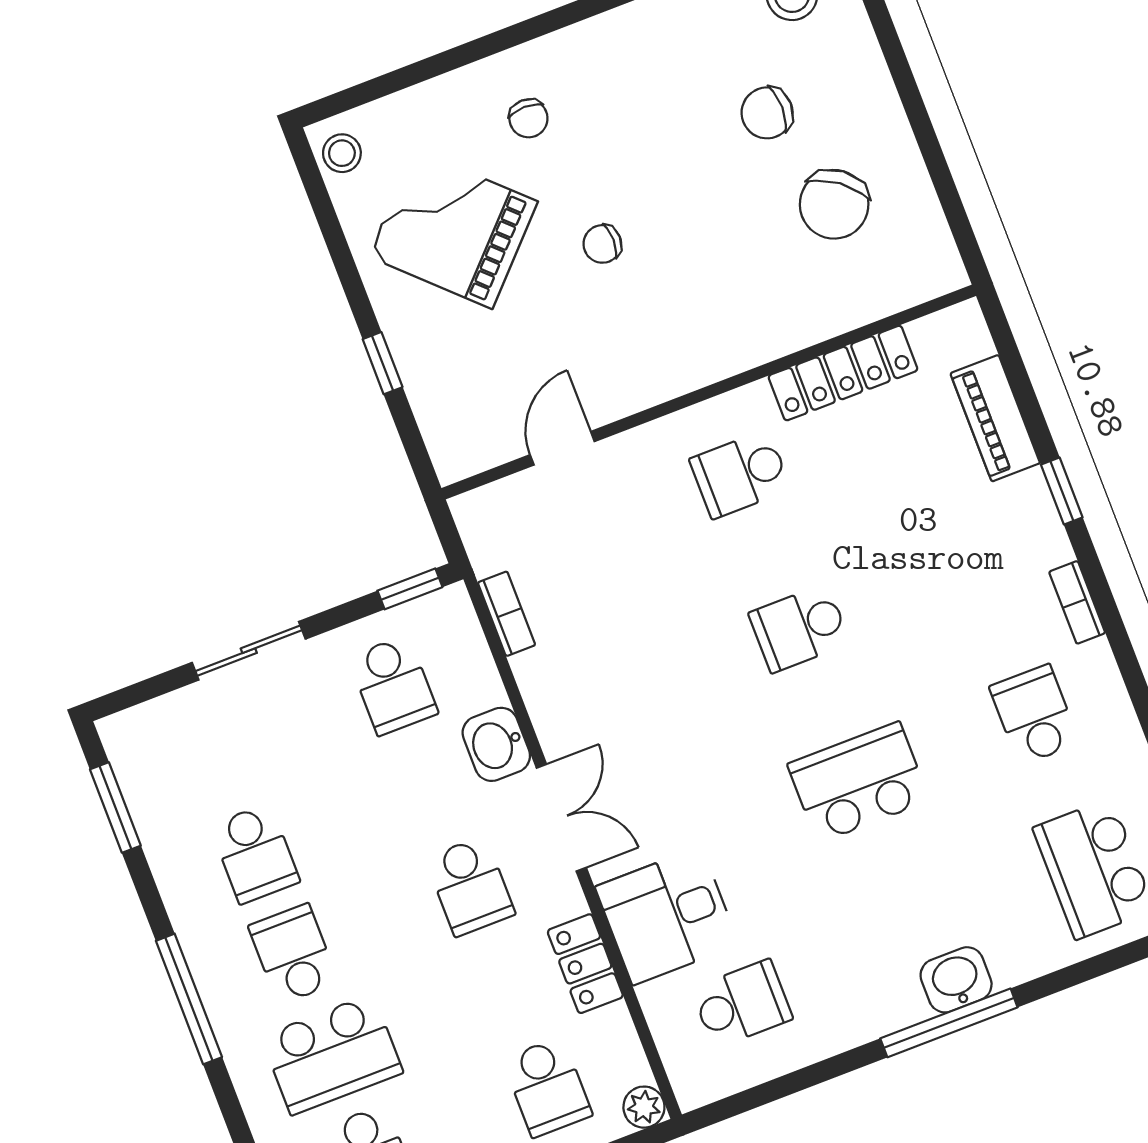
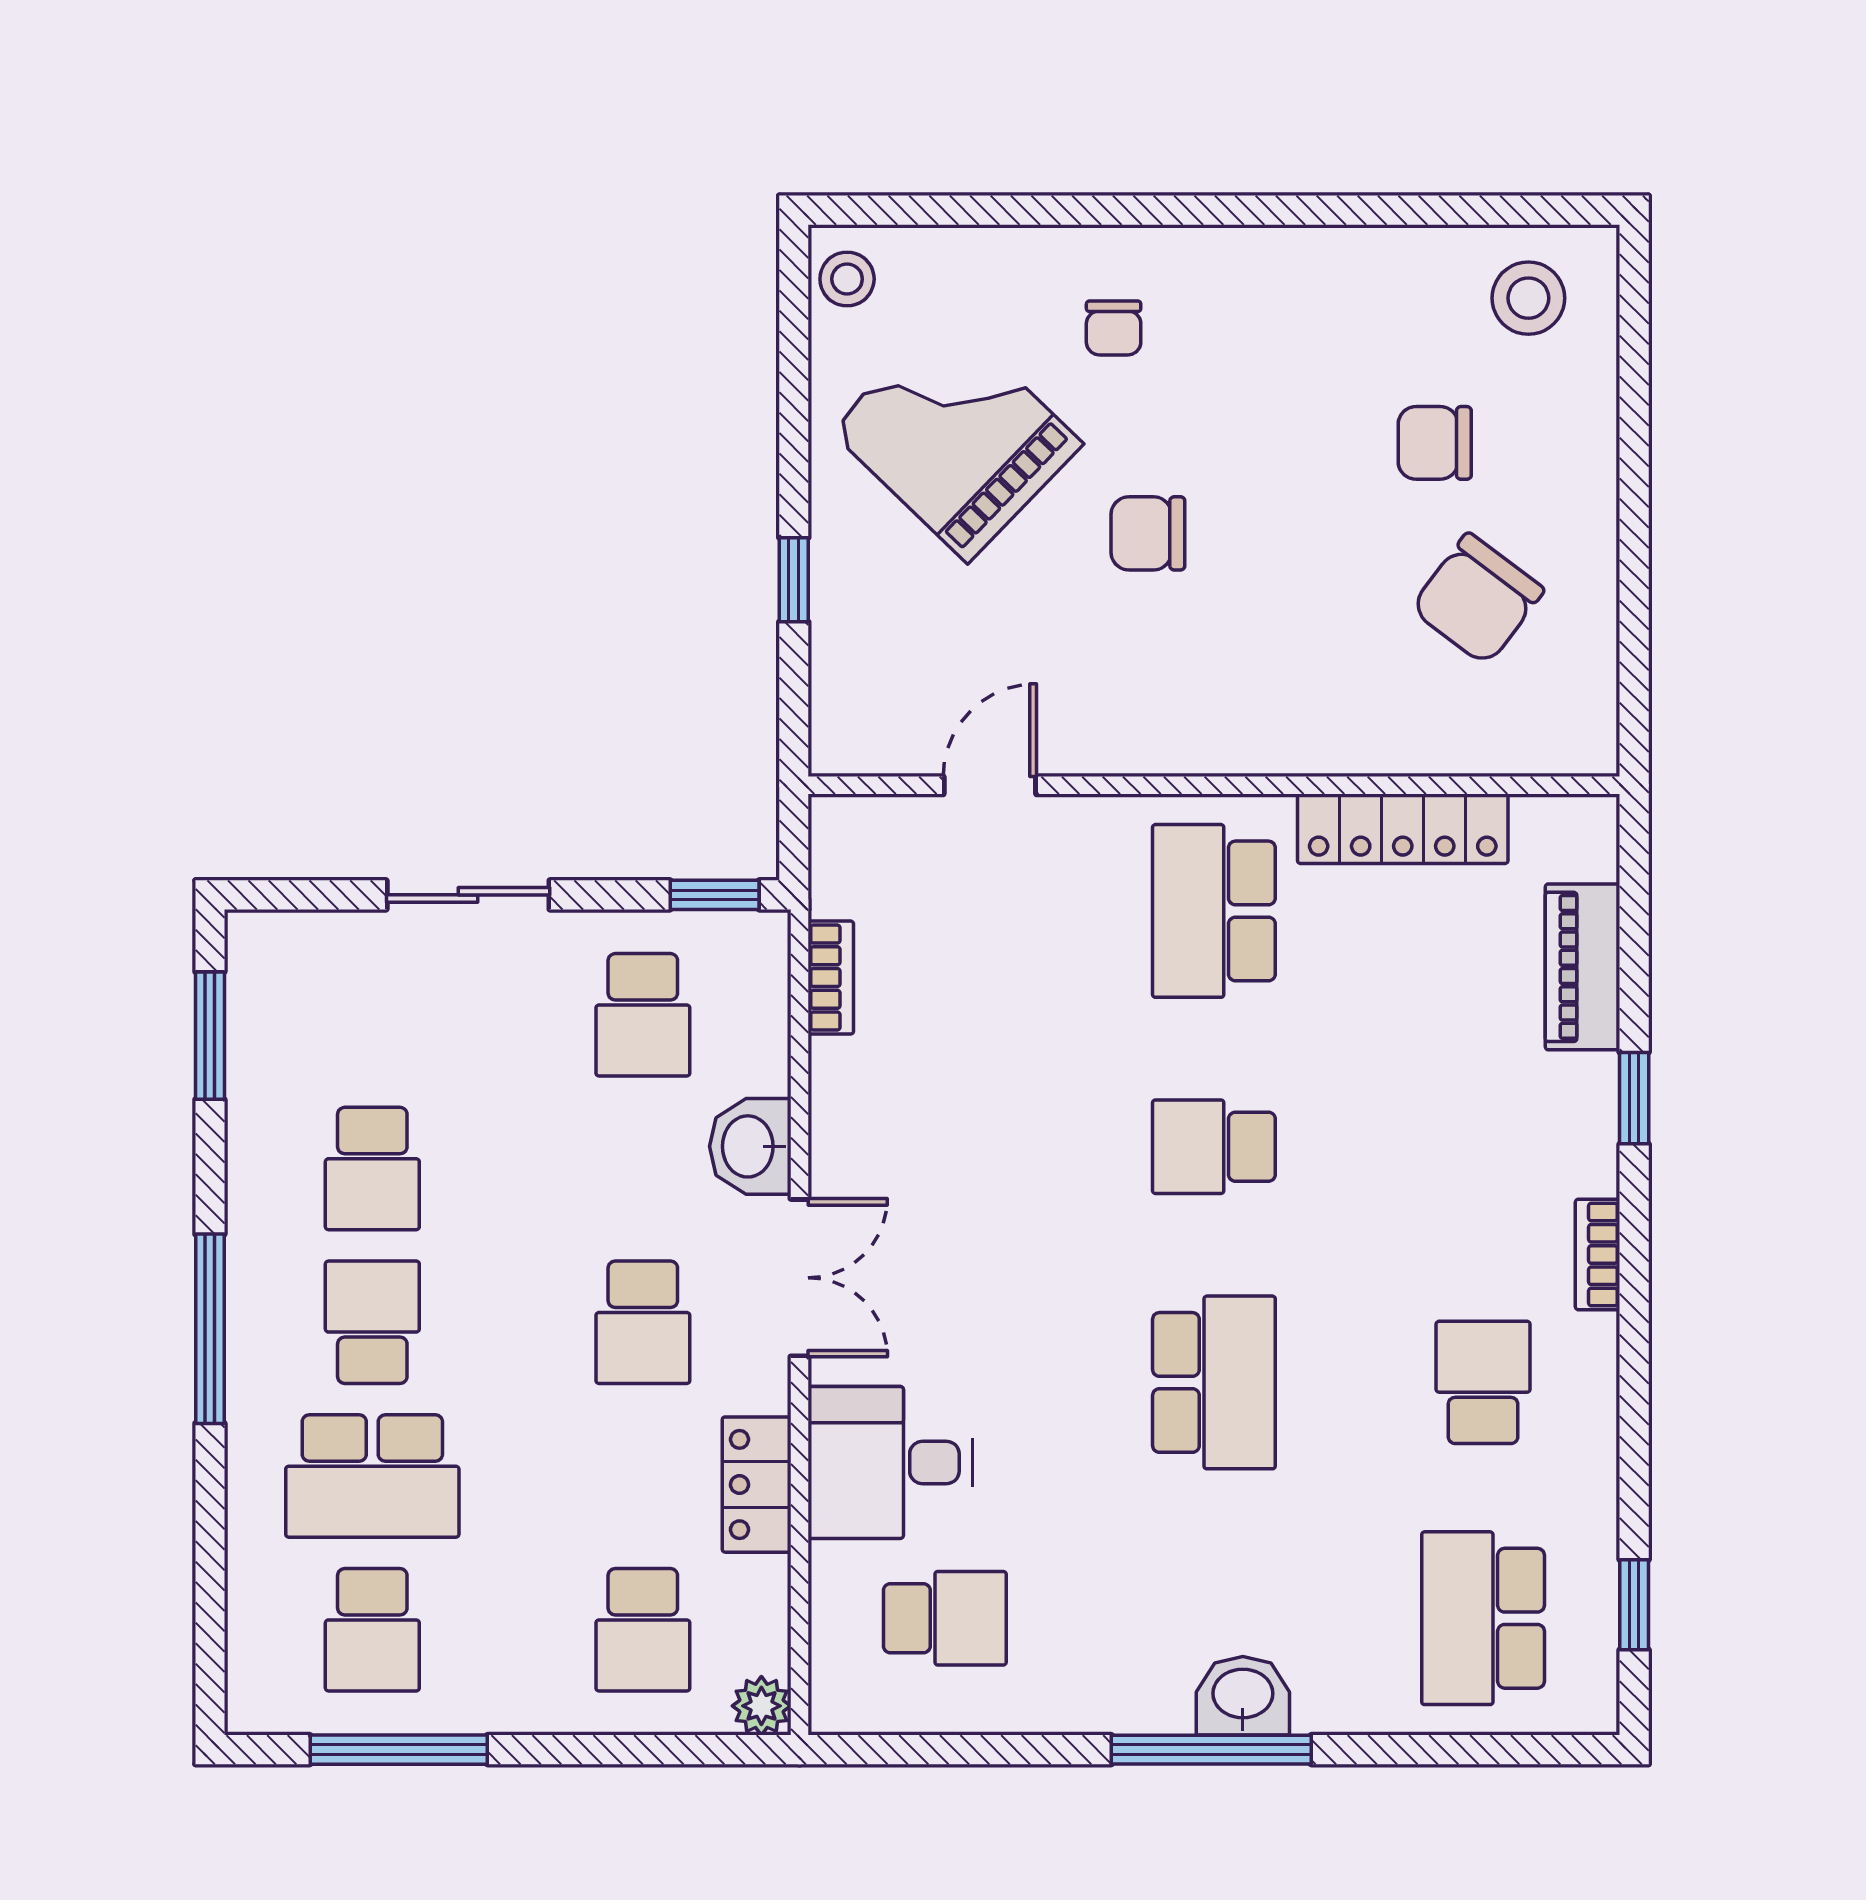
chair: (602, 244) -> (1148, 533), width x1.37, depth x1.37
school desk: (740, 474) -> (1214, 911), width x1.85
school desk: (859, 782) -> (1214, 1382), turned 90

